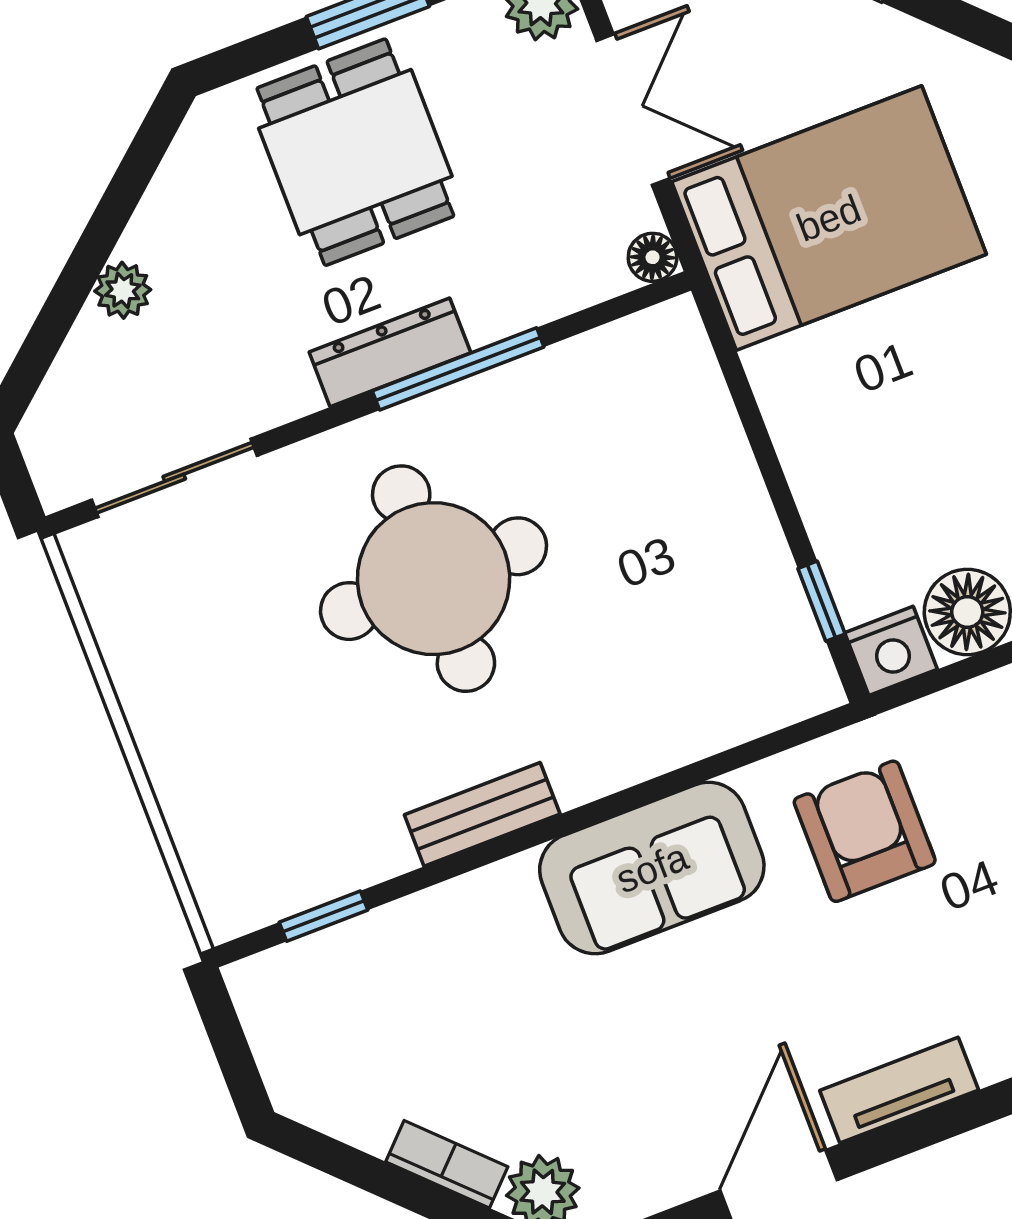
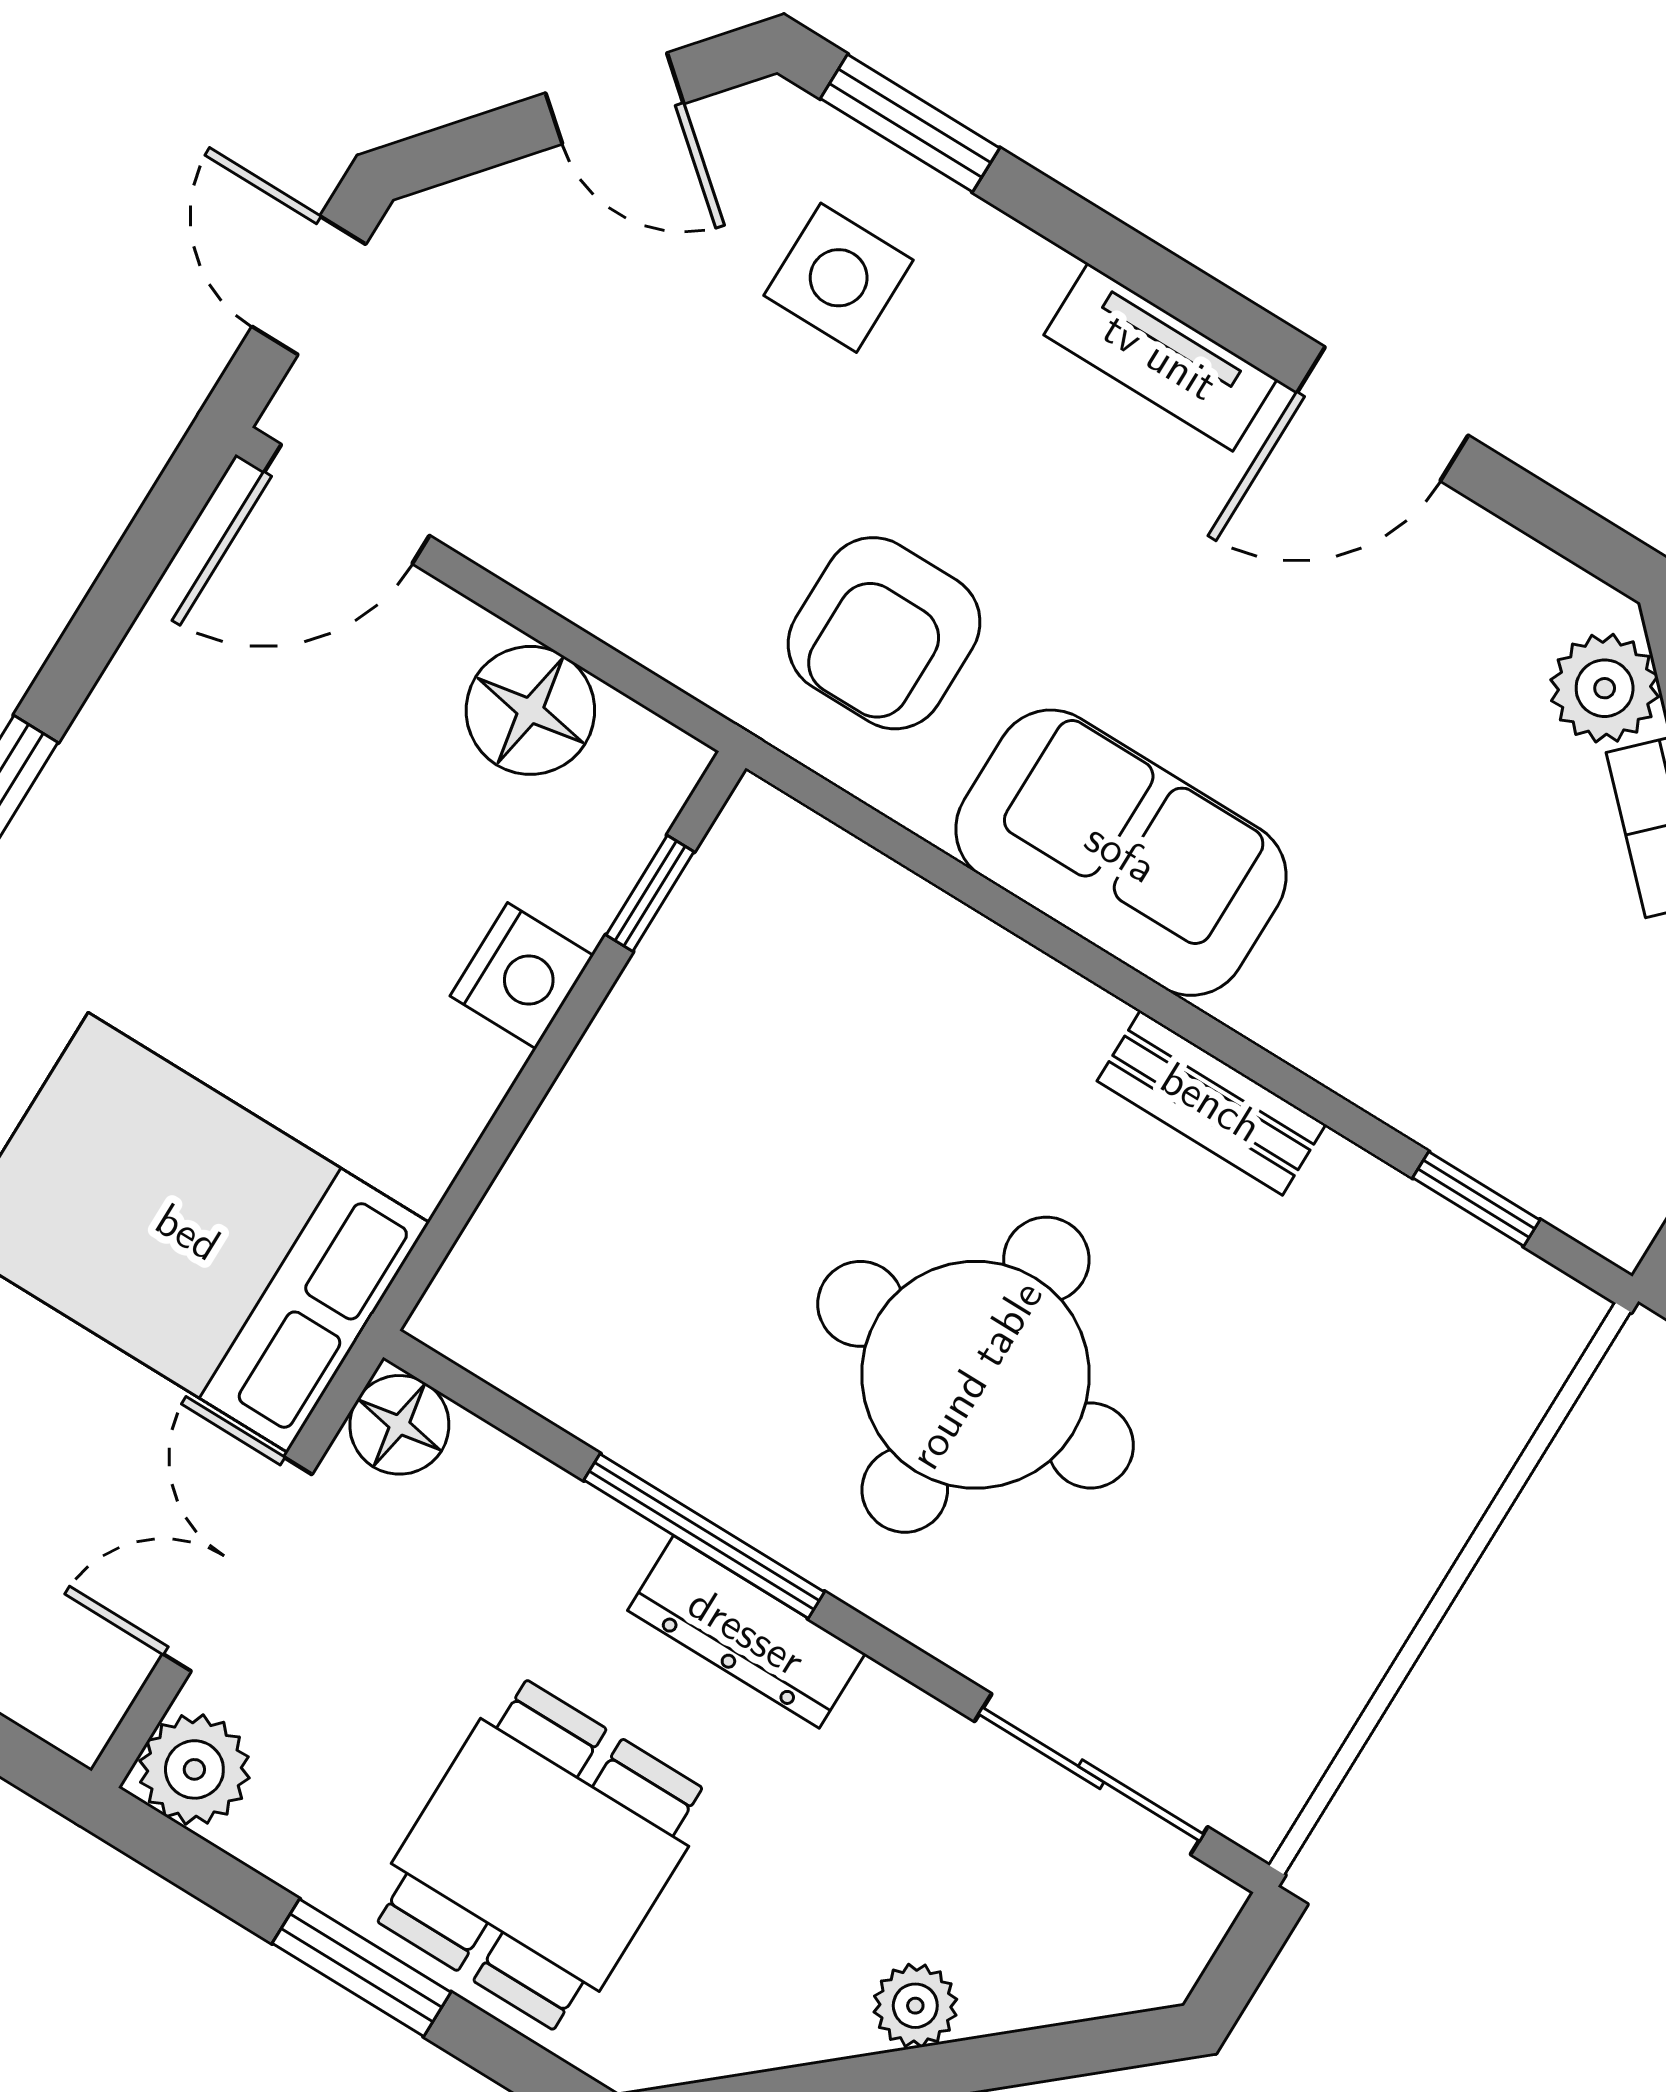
floor lamp: (653, 257) -> (399, 1425), width x1.37, depth x1.37
nightstand: (891, 651) -> (522, 976), moved, turned 90

